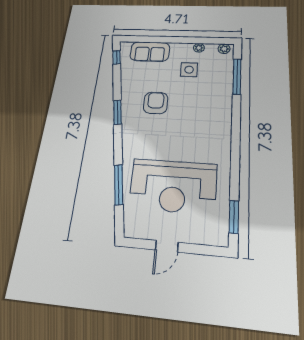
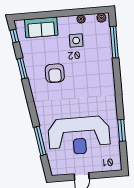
armchair: (156, 103) -> (55, 73), turned 180
window: (117, 112) -> (22, 68), moved
window: (234, 217) -> (122, 130), moved

